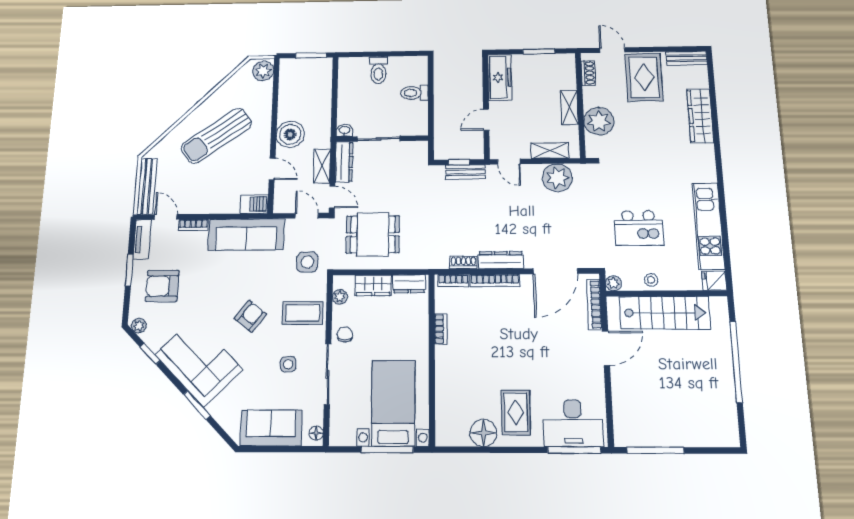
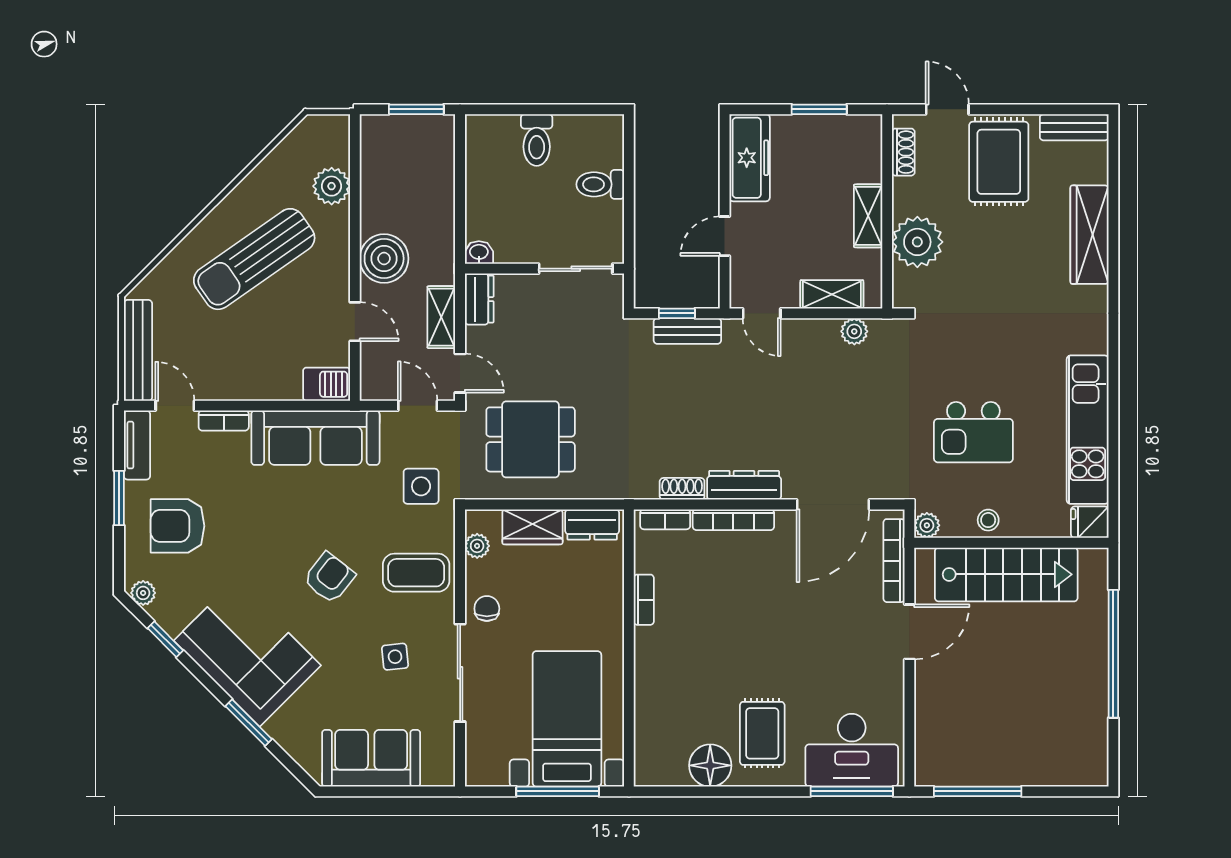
plant: (263, 71) -> (332, 186), moved
sliding door: (379, 139) -> (576, 269), moved
dresser: (344, 162) -> (479, 299), width x0.70
plant: (557, 178) -> (854, 331), width x0.53, depth x0.53
floor lamp: (316, 433) -> (444, 766), removed

